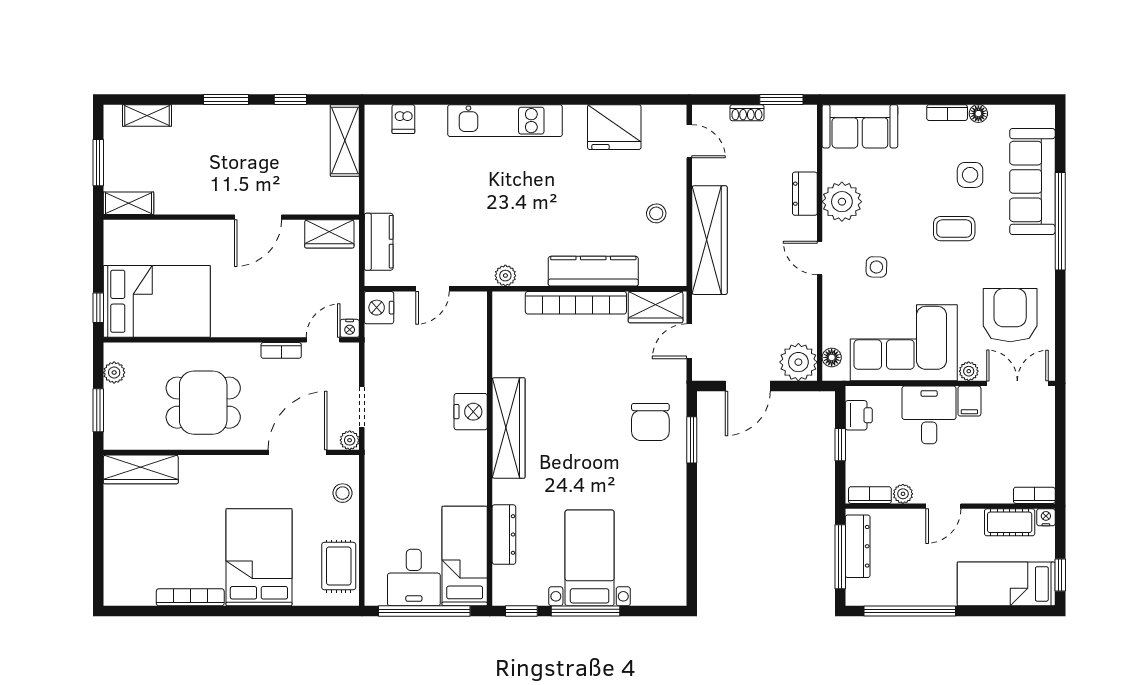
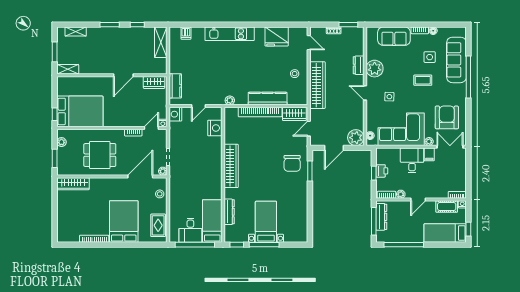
sofa: (860, 126) -> (394, 36), moved
nightstand: (471, 412) -> (215, 128), moved
printer: (859, 415) -> (382, 171), moved

